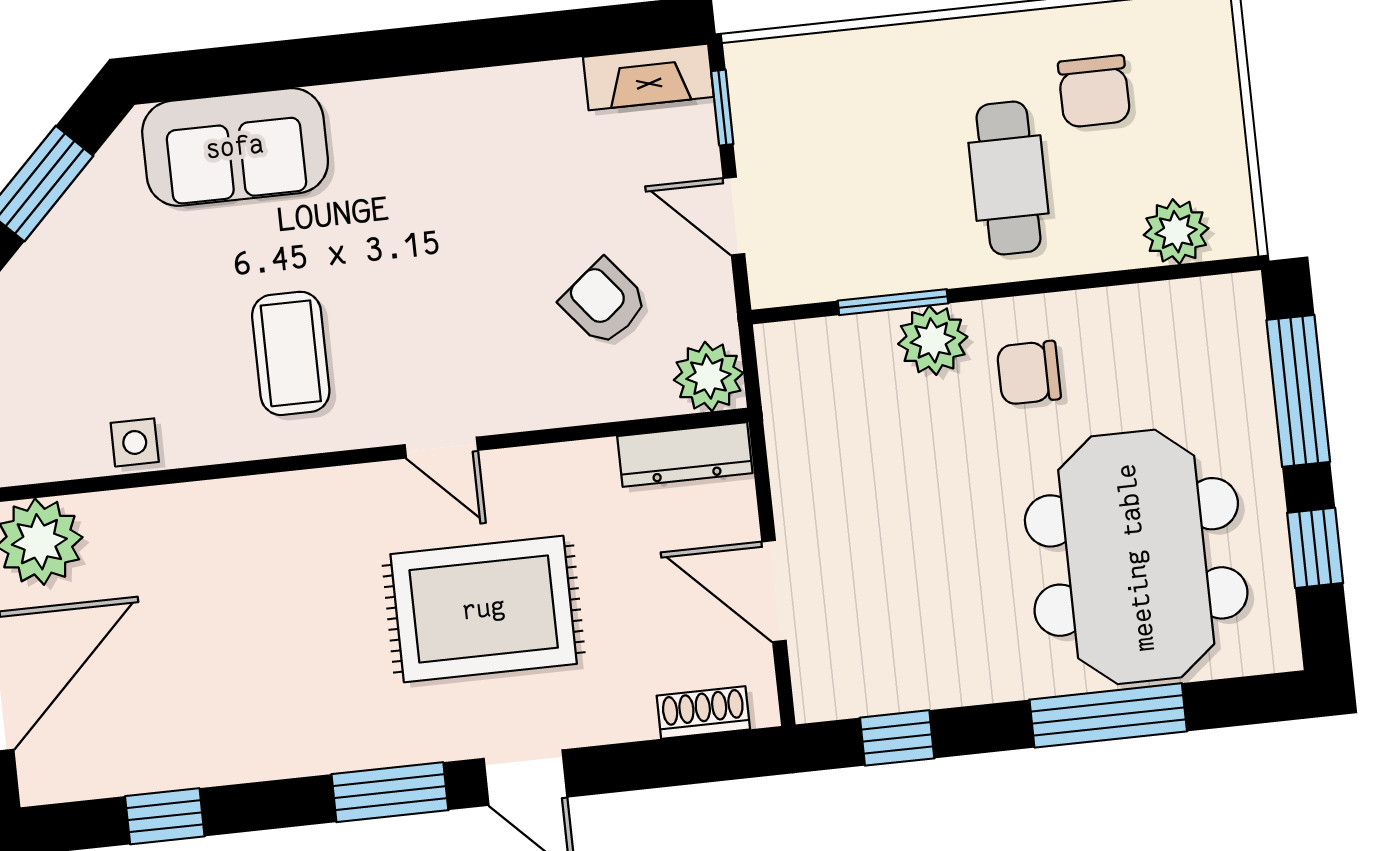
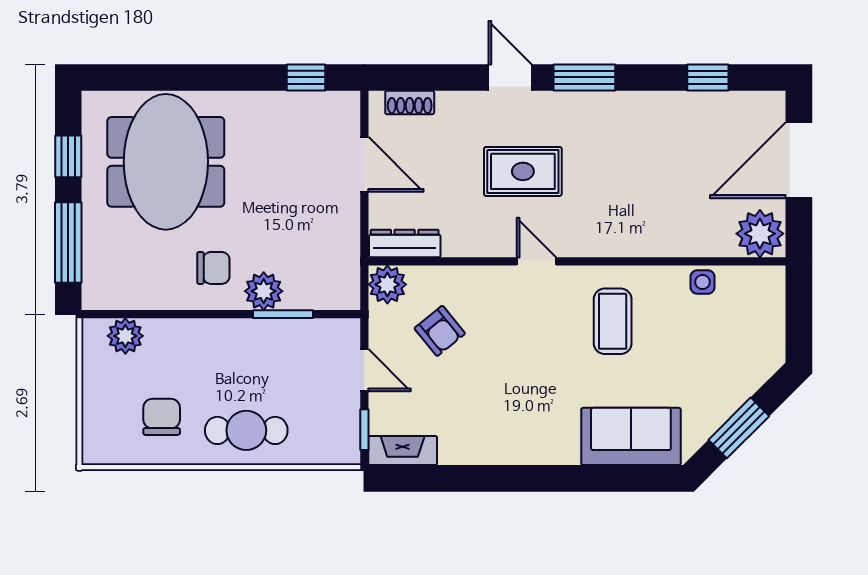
cafe table: (1009, 178) -> (246, 430), moved, turned 90
rug: (484, 609) -> (523, 171), width x0.73, depth x0.70
window: (1108, 715) -> (190, 77), removed

